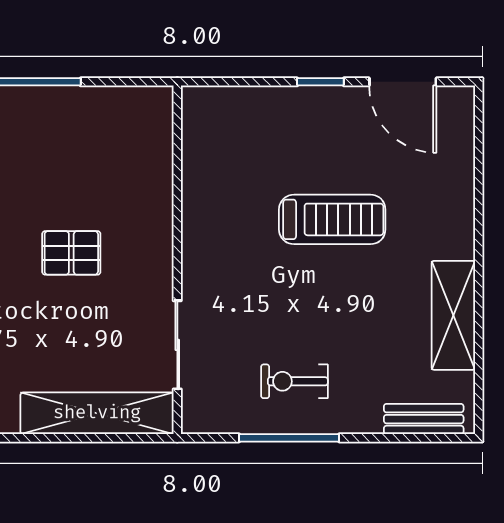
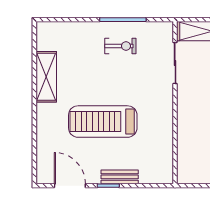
treadmill: (332, 219) -> (103, 122), width x1.37, depth x1.38
bench: (424, 419) -> (120, 177), moved

